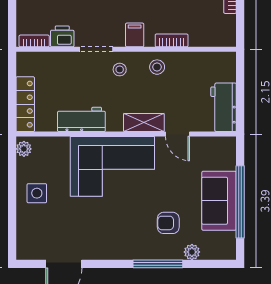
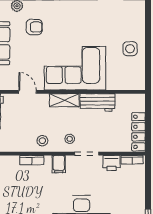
locker: (25, 104) -> (139, 132), moved
shelving: (144, 123) -> (64, 100), moved
plant: (24, 149) -> (140, 81), removed

